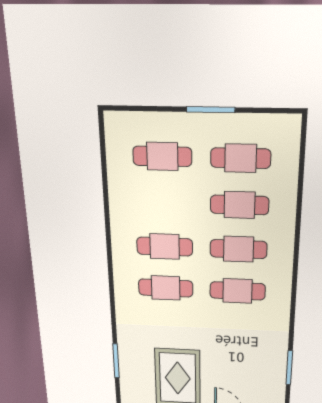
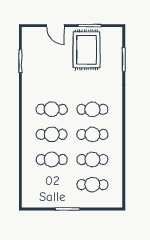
cafe table: (241, 158) -> (92, 160), moved

